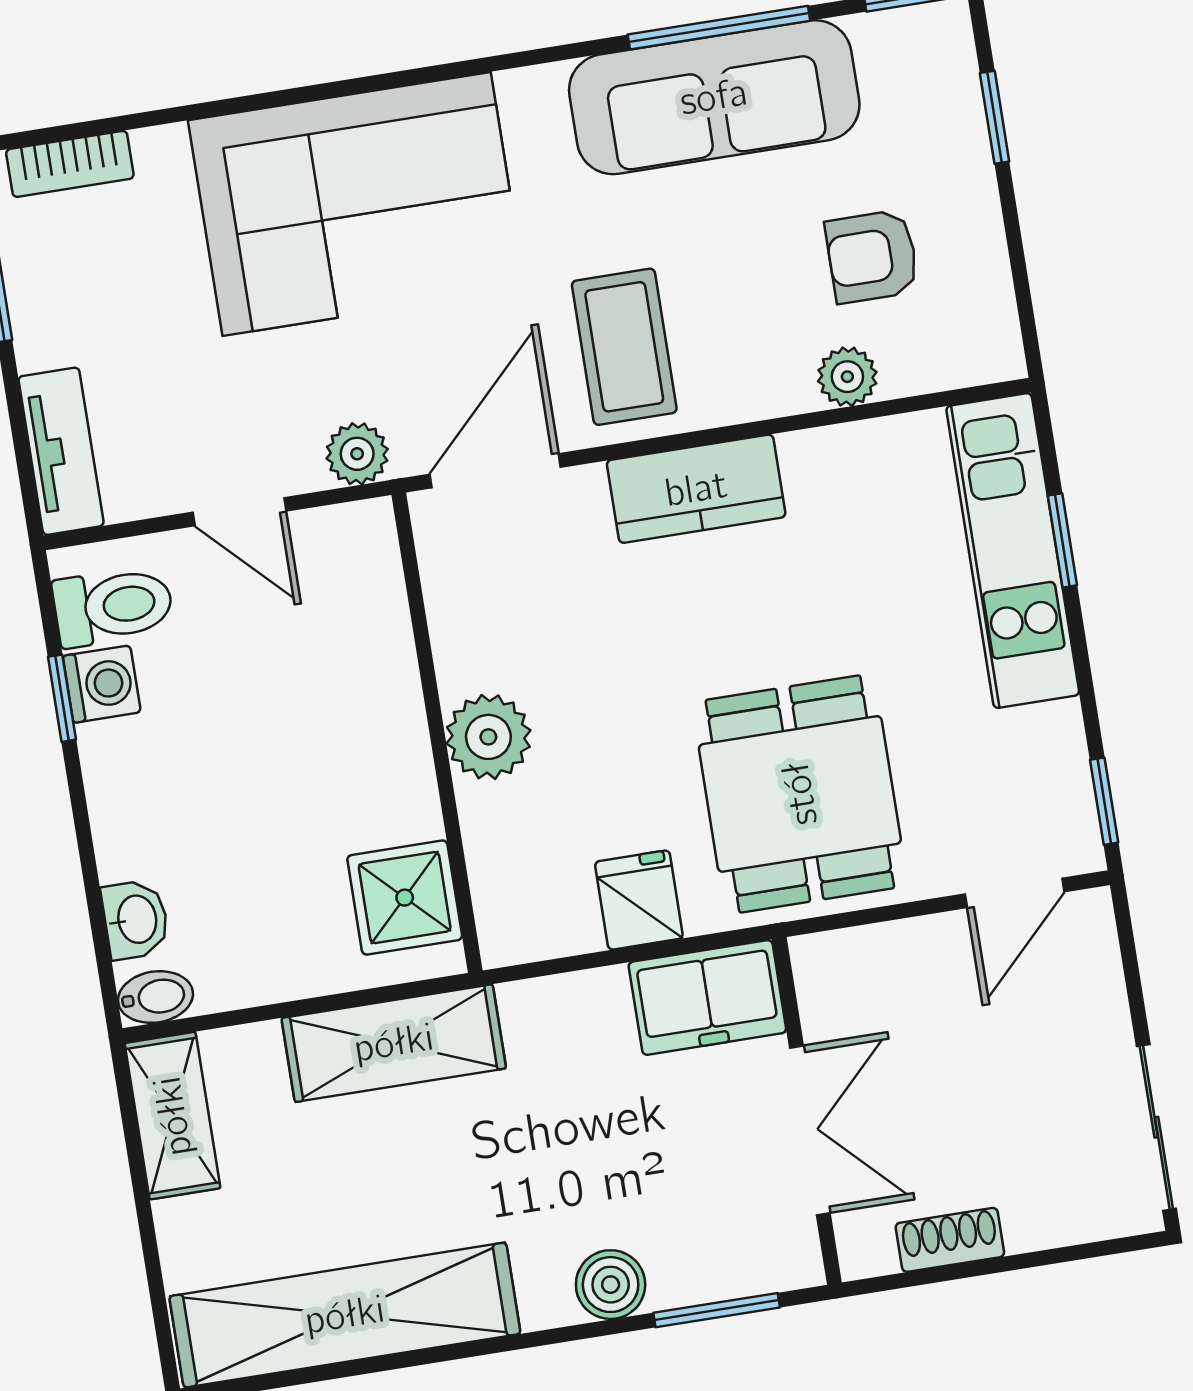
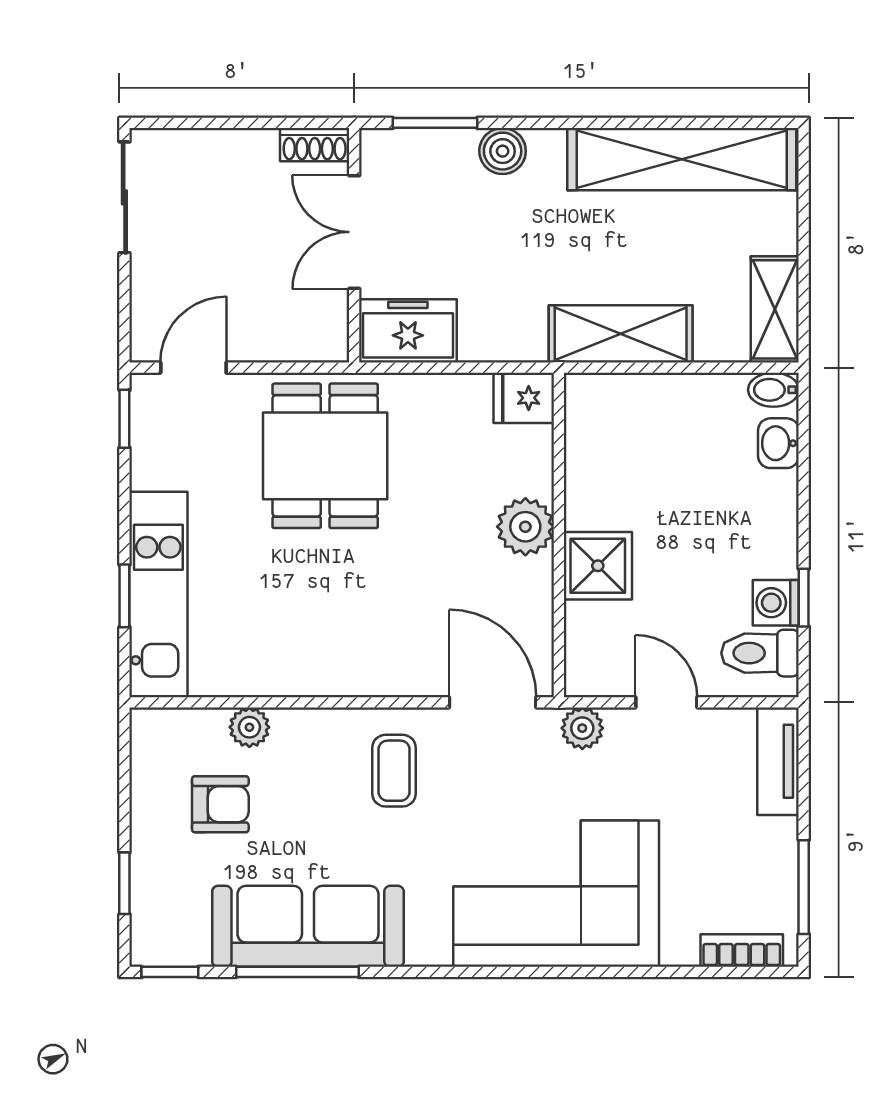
coffee table: (624, 347) -> (394, 771), width x0.73, depth x0.77
door: (495, 471) -> (493, 702), swing flipped
kitchen counter: (696, 489) -> (361, 669), removed
shower: (405, 898) -> (598, 566), moved
fridge: (639, 900) -> (524, 398), moved, turned 90
shoe rack: (950, 1240) -> (315, 145), moved

